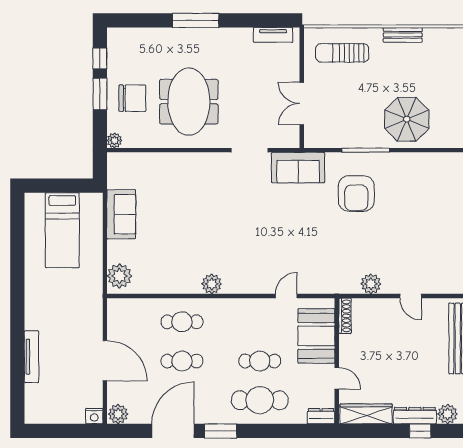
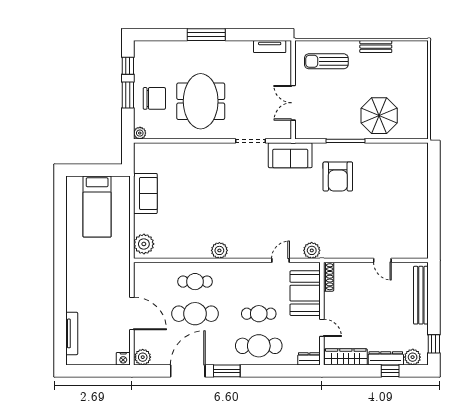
plant: (371, 284) -> (312, 250), moved
tv unit: (31, 357) -> (72, 333), moved
cafe table: (182, 361) -> (195, 314), width x1.37, depth x1.35

